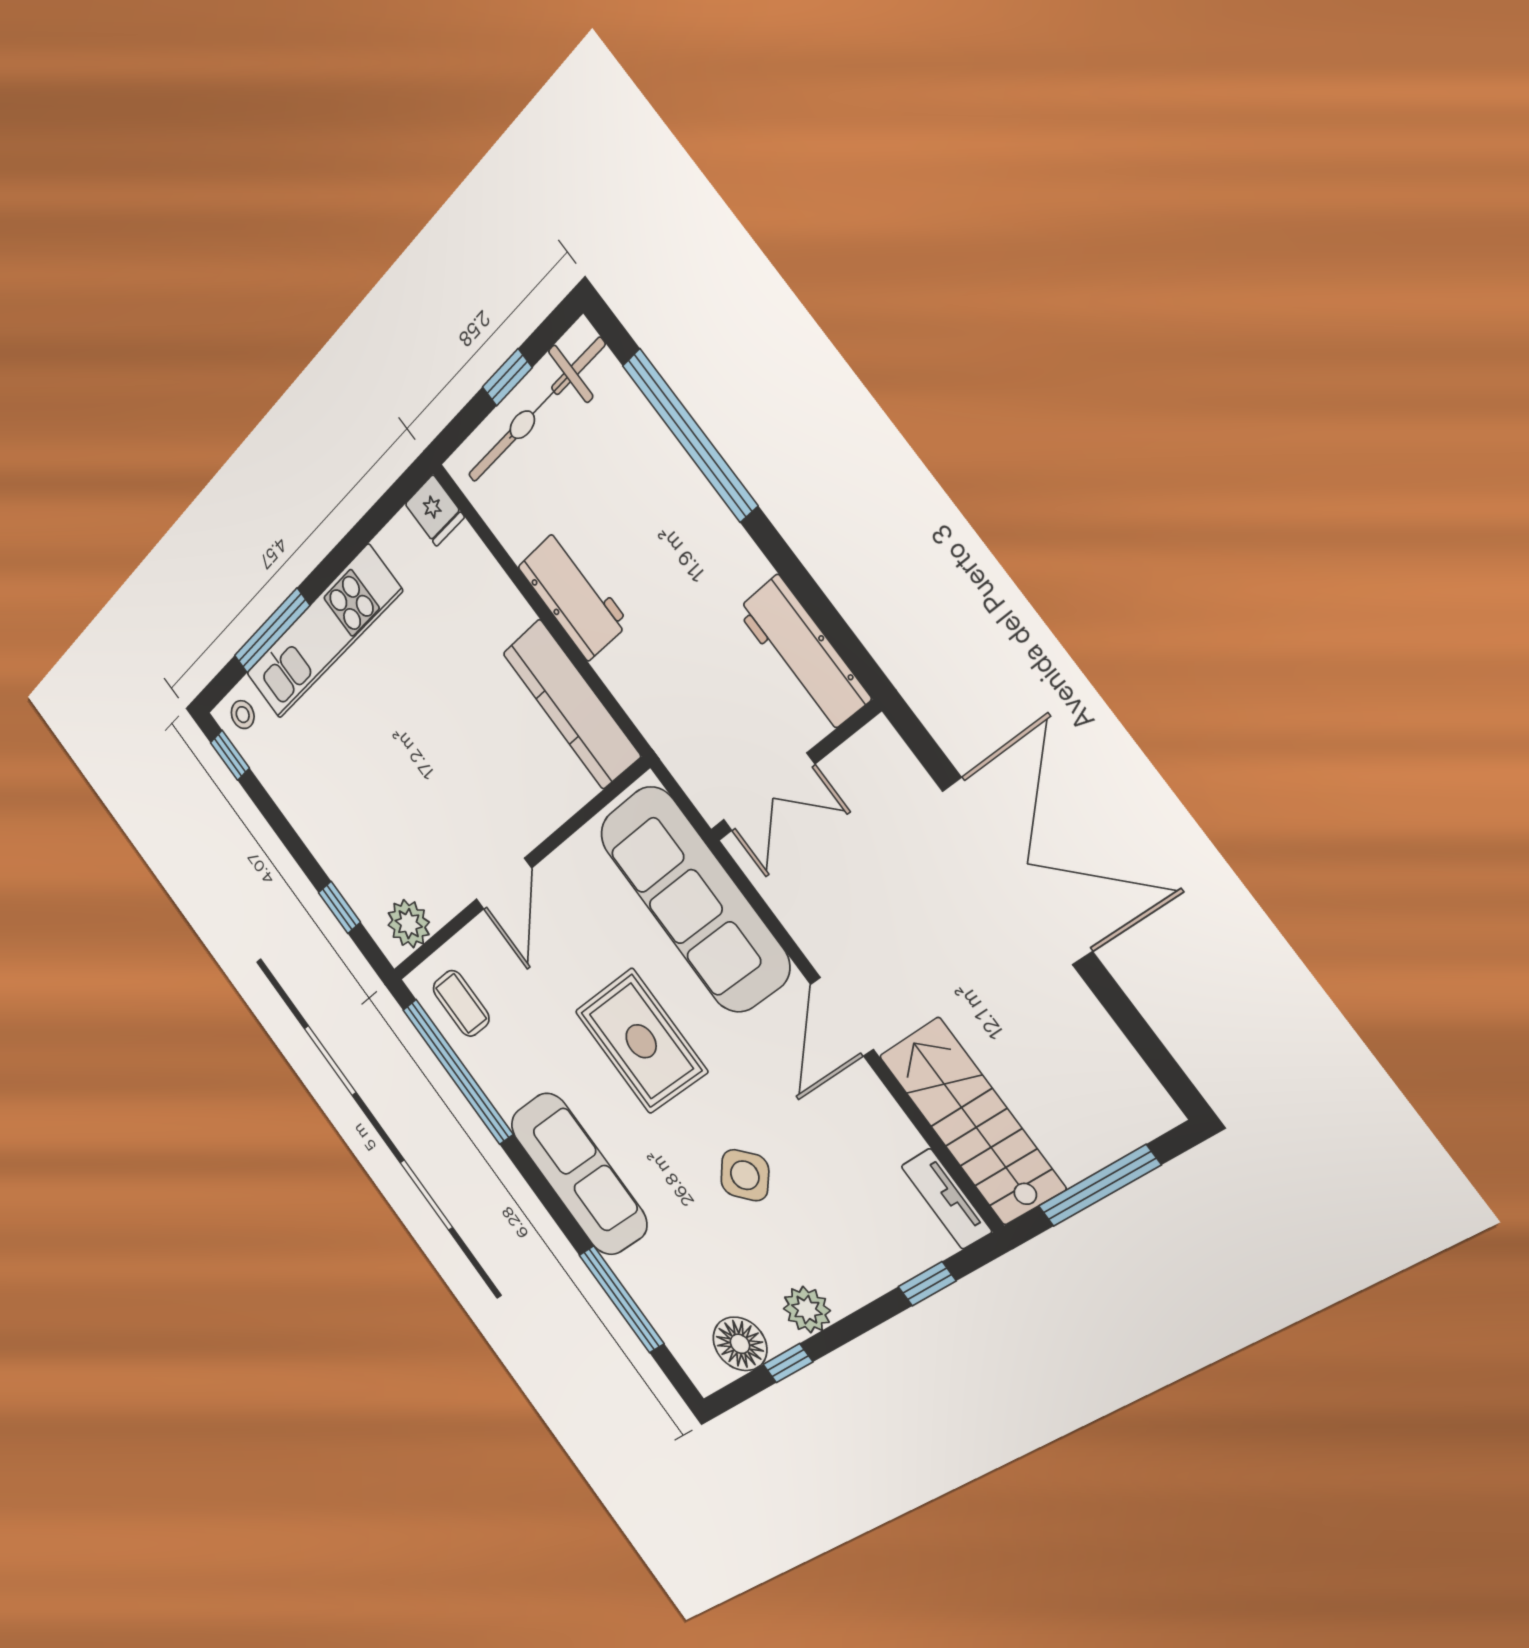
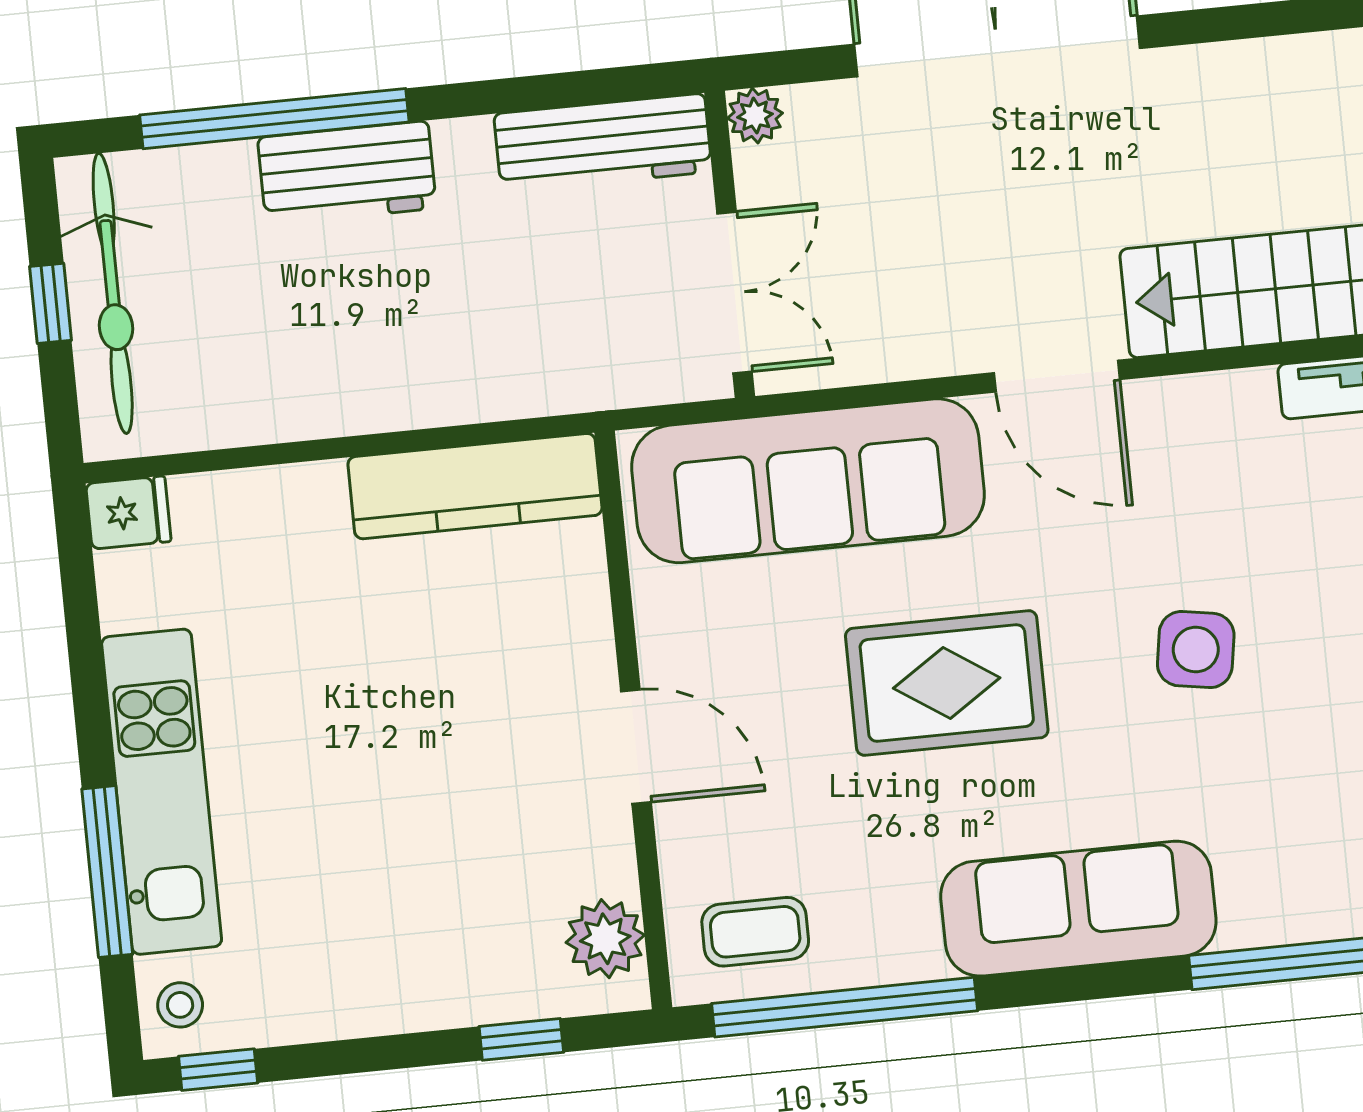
workbench: (573, 595) -> (347, 173), moved, turned 180
plant: (879, 740) -> (755, 116), added
side table: (745, 1175) -> (1196, 650), turned -34

